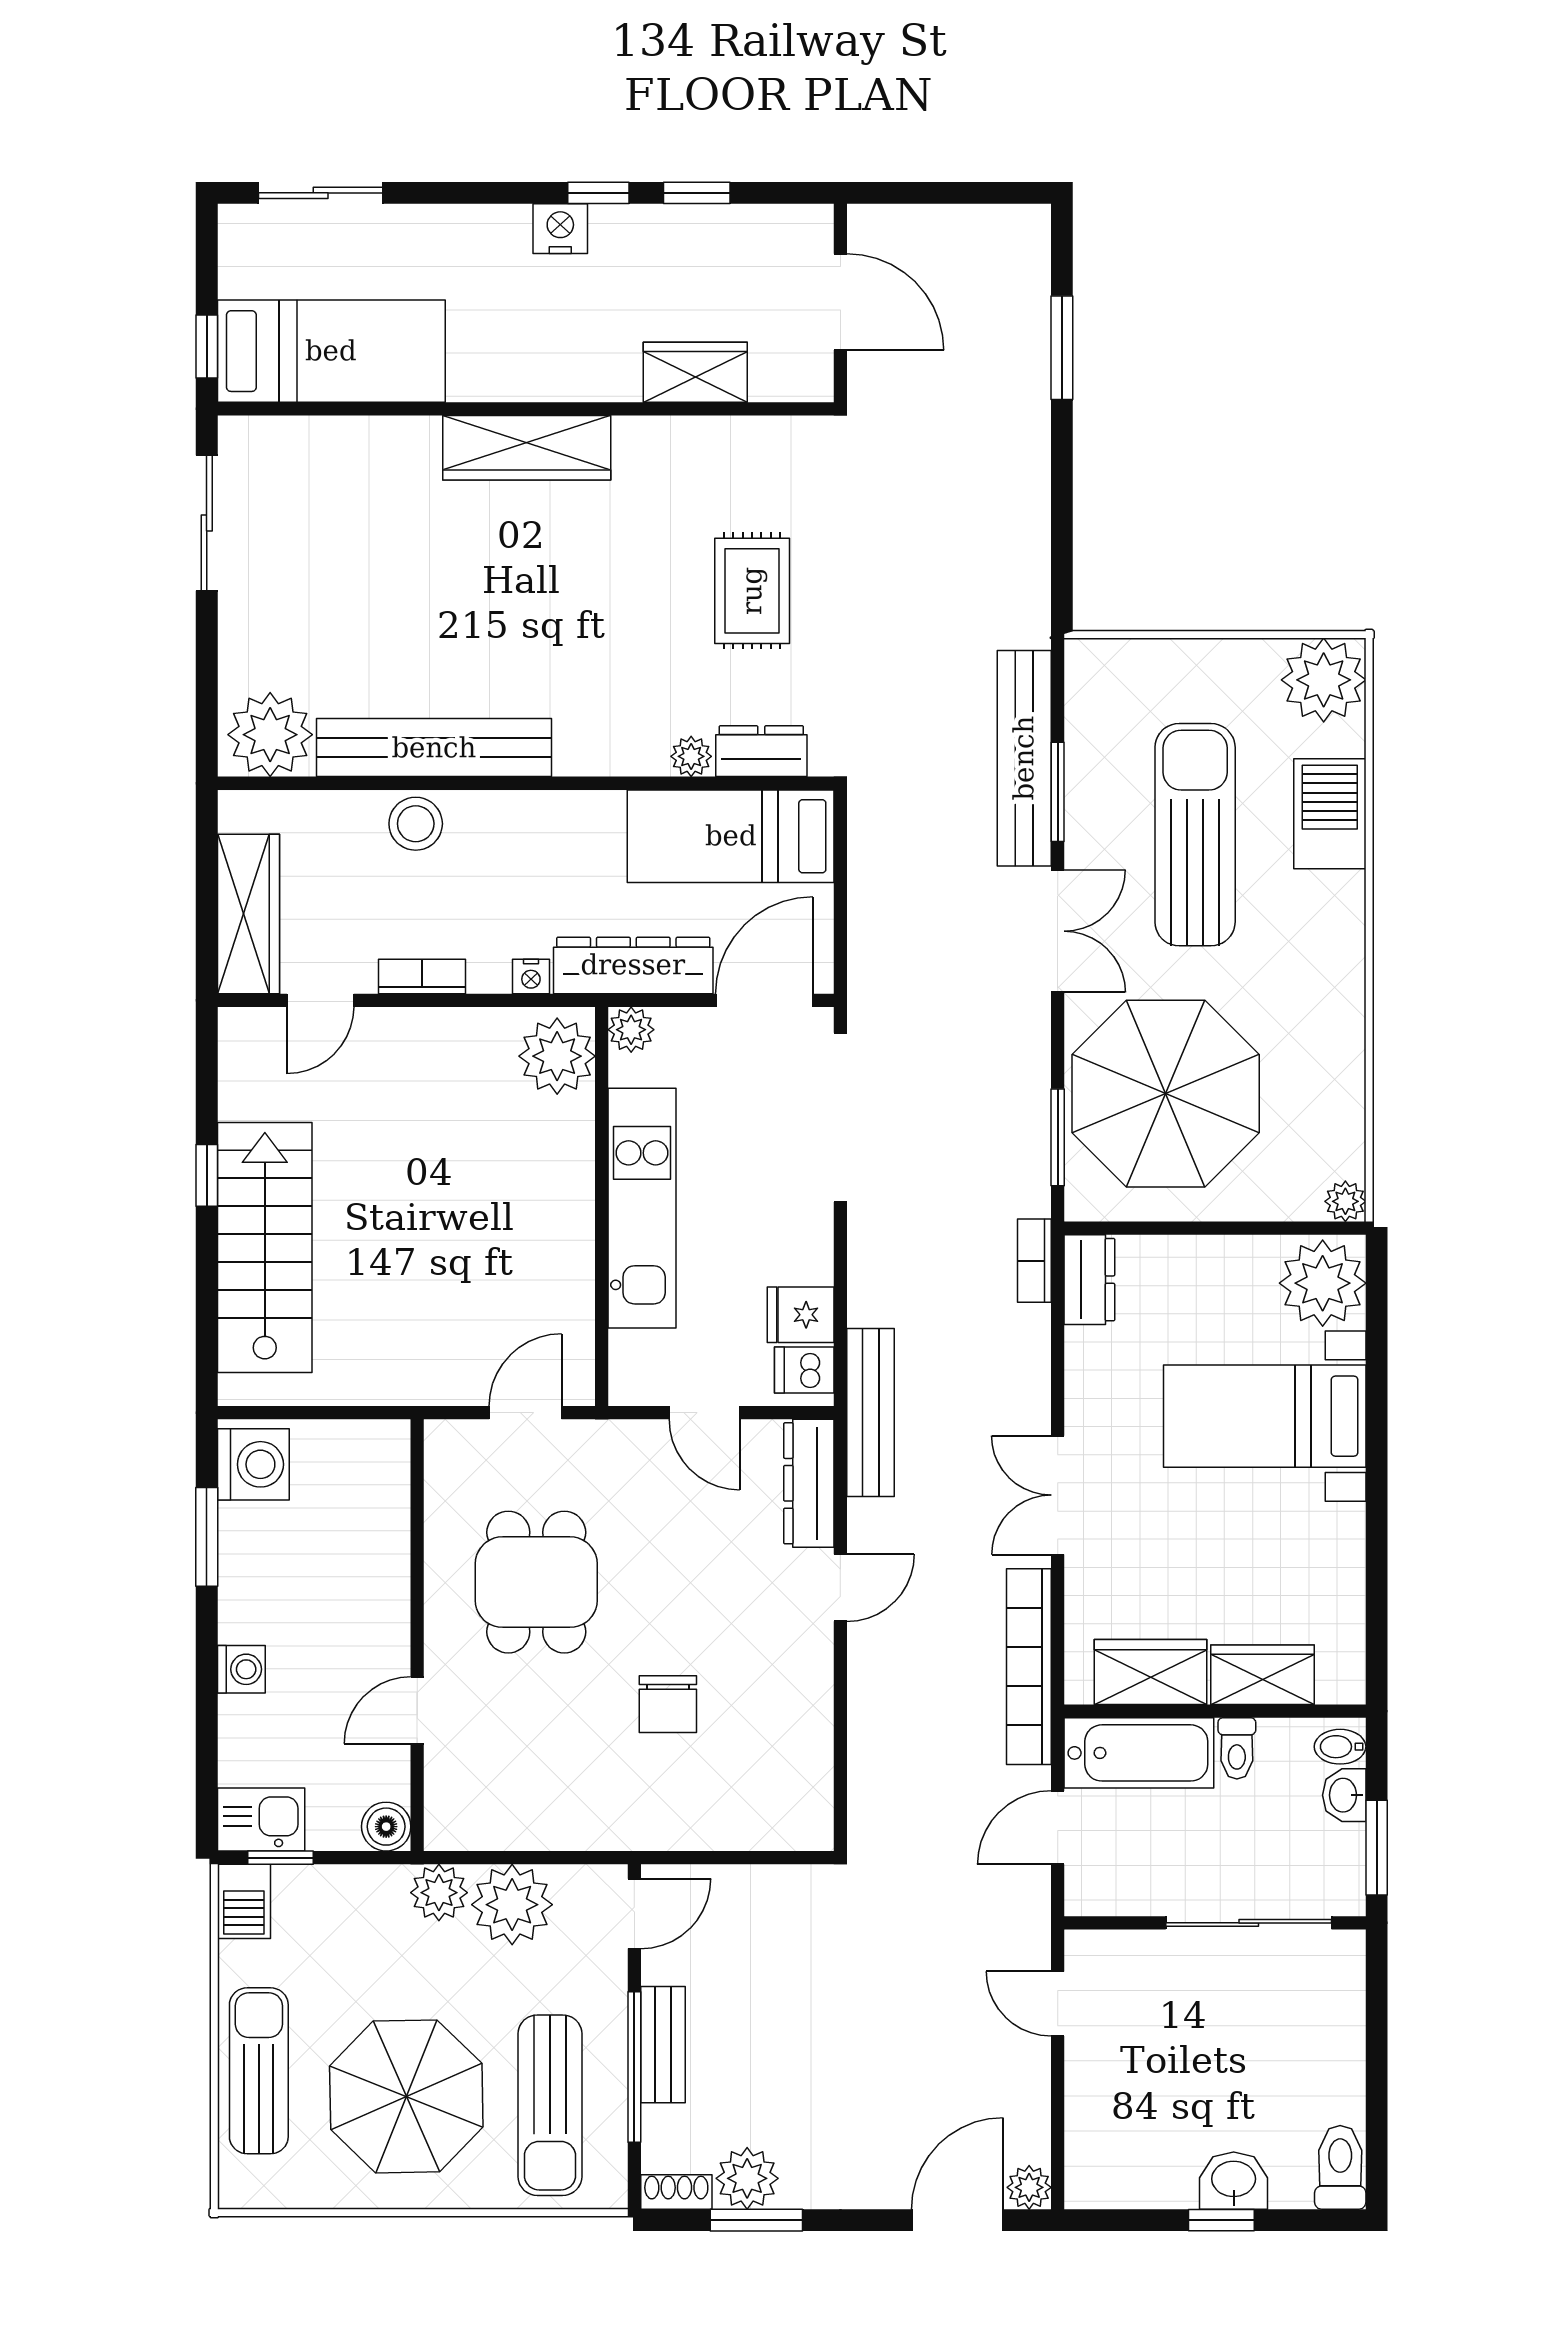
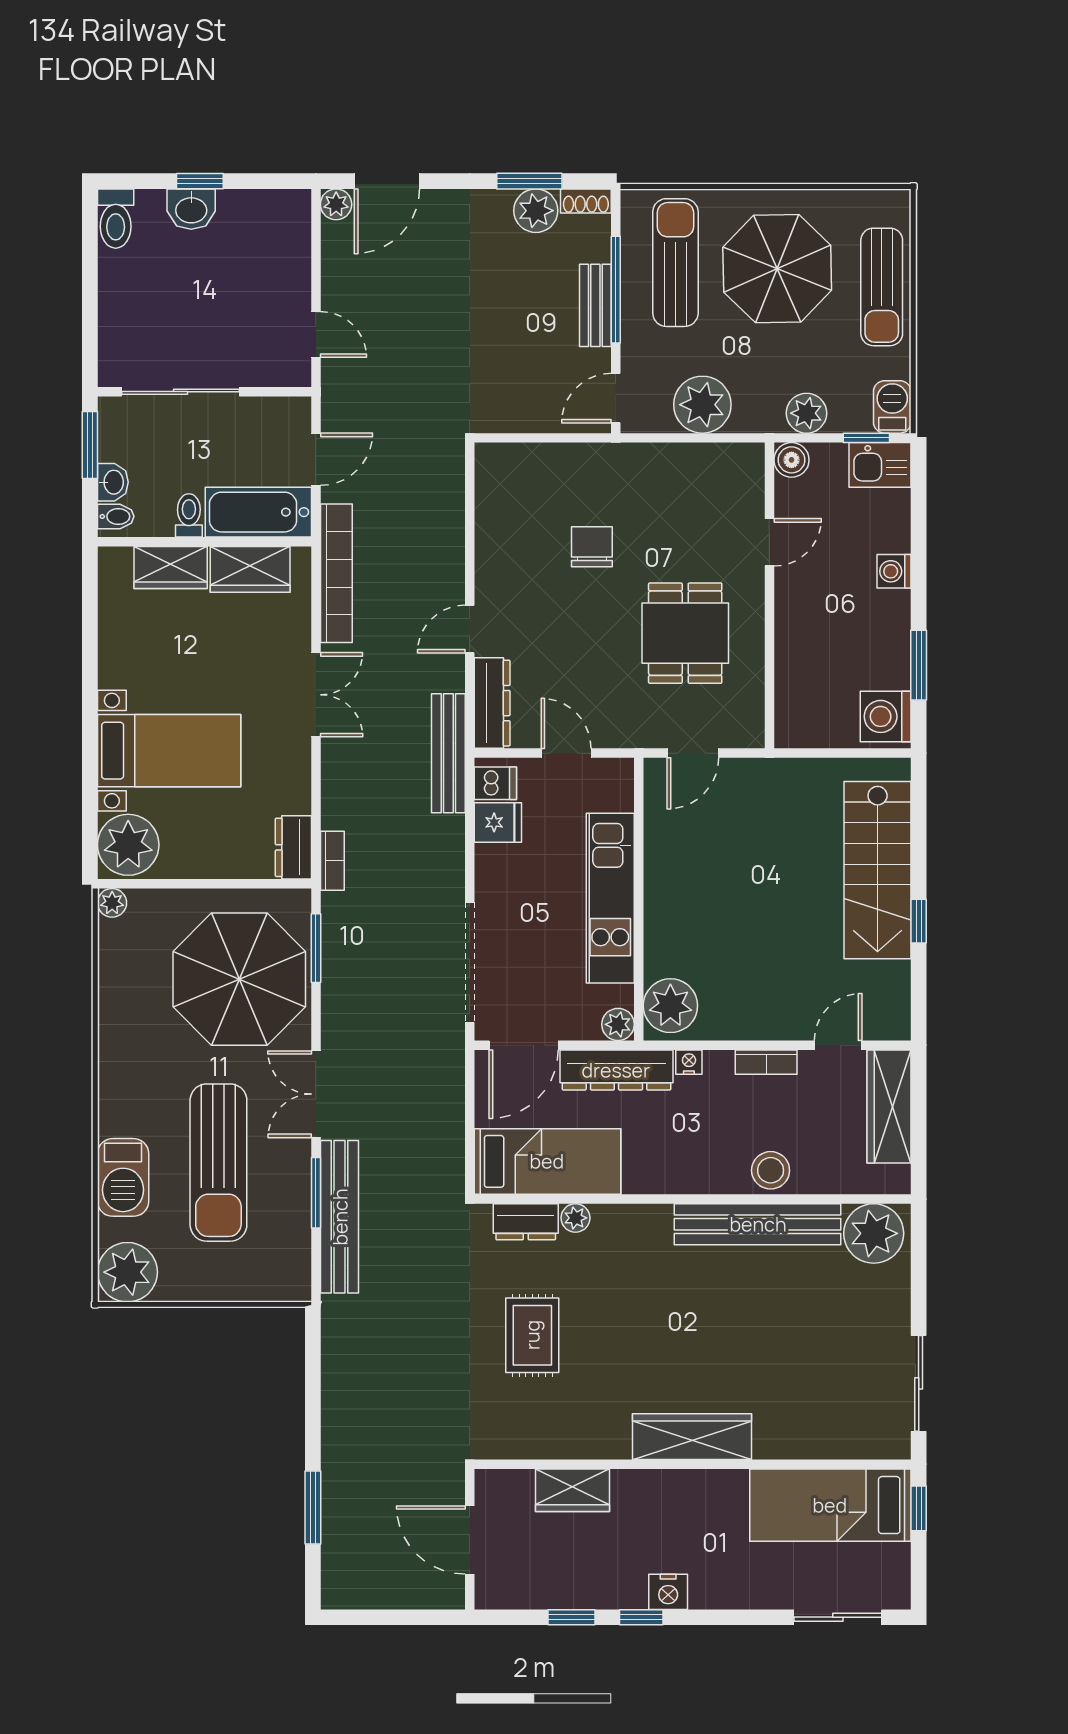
plant: (439, 1893) -> (806, 413), moved

